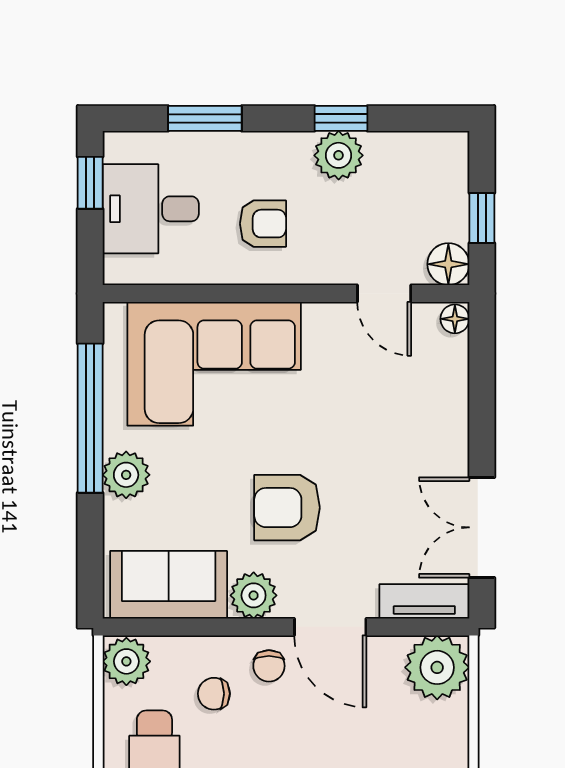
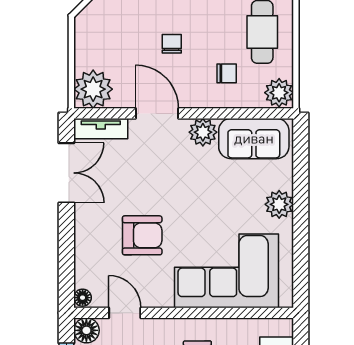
window: (90, 418) -> (301, 238), removed
armchair: (287, 508) -> (142, 235), moved
chair: (269, 666) -> (172, 44), moved

